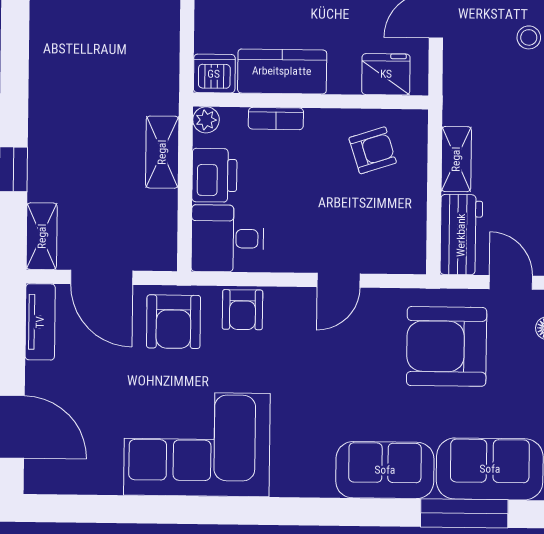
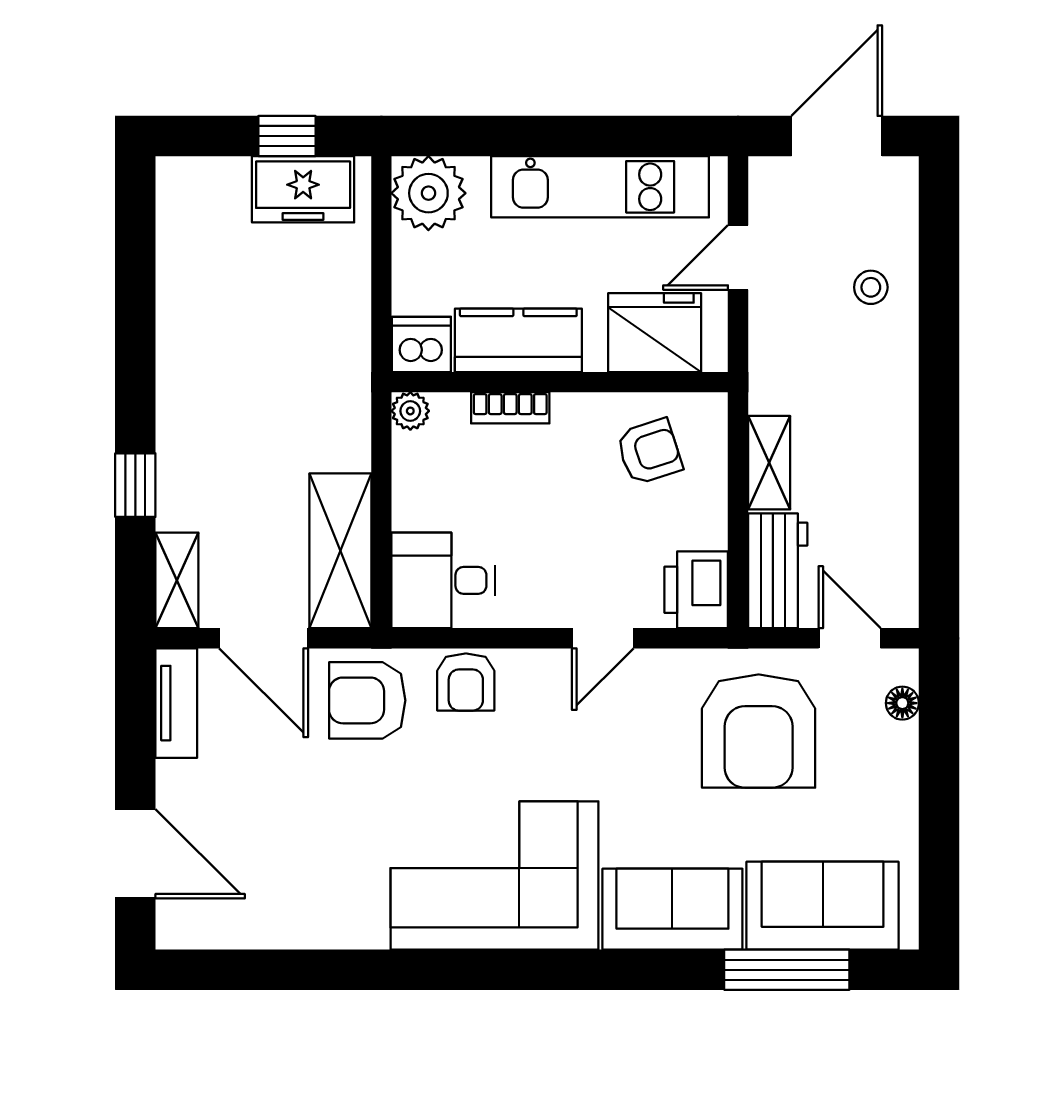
fridge: (386, 74) -> (655, 333), width x1.36, depth x1.34
shelving: (162, 152) -> (340, 551), moved, width x1.50, depth x1.33
printer: (214, 175) -> (696, 590), moved, turned 180
armchair: (174, 322) -> (367, 700), turned 90
armchair: (447, 346) -> (759, 731), turned -90
corner sofa: (197, 444) -> (494, 876), moved

